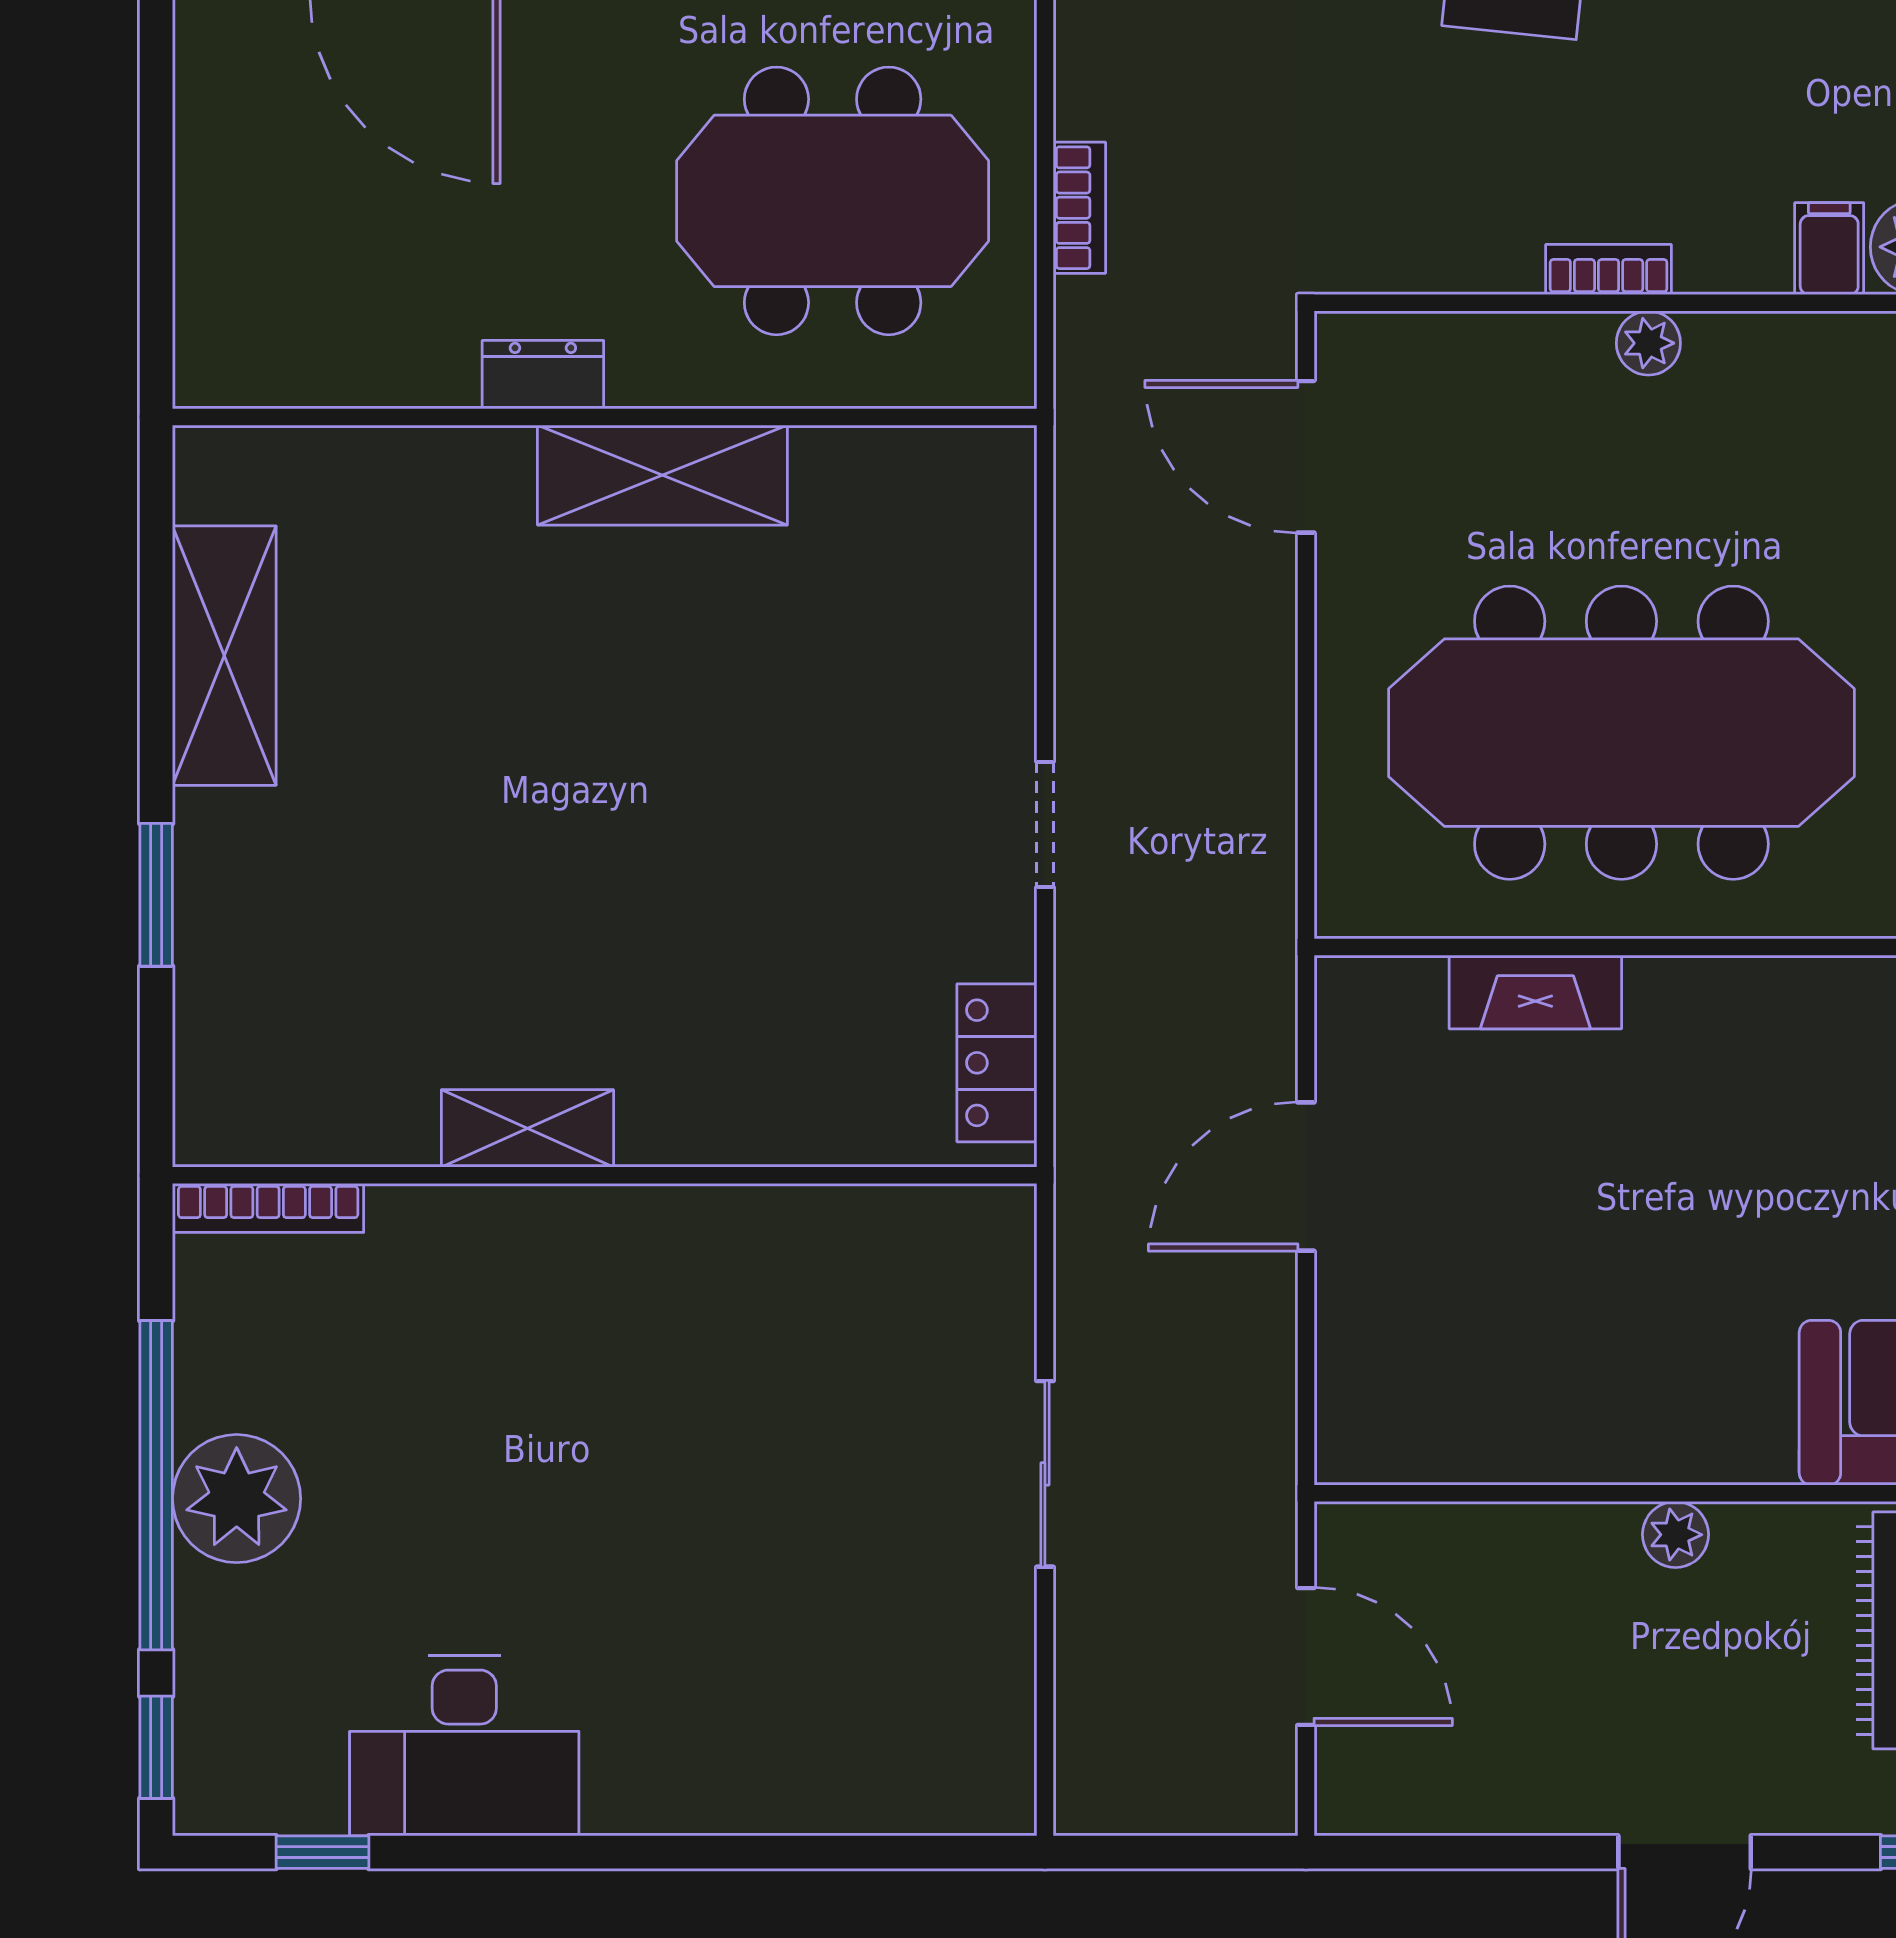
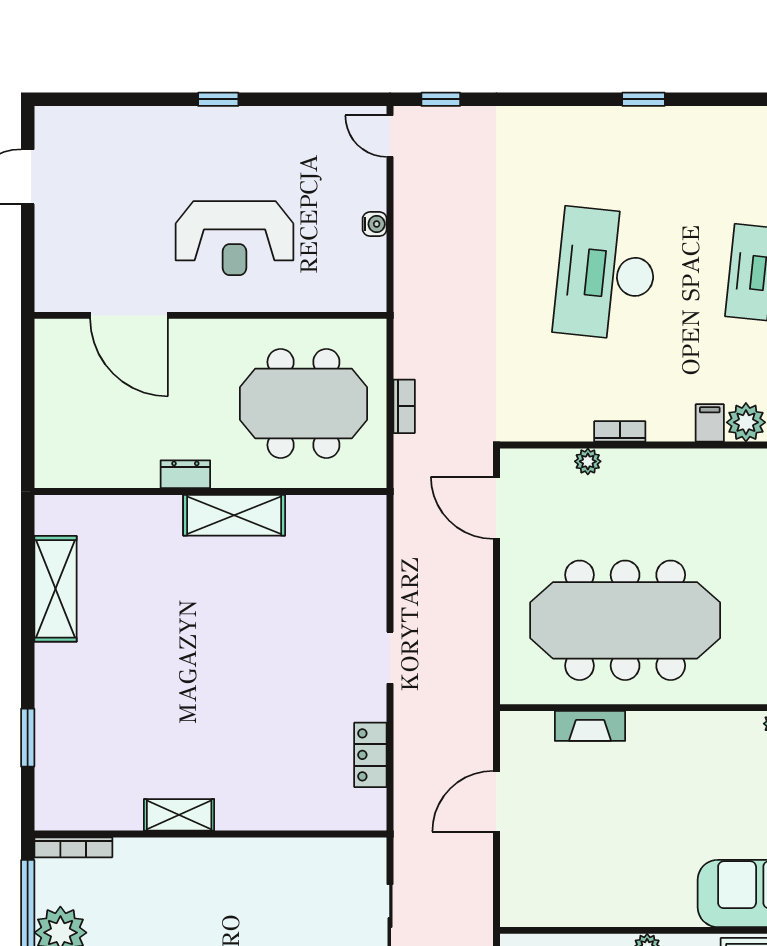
plant: (1648, 343) -> (588, 461), moved
window: (156, 895) -> (28, 738), moved
shelving: (527, 1128) -> (179, 815), moved
wall: (605, 1175) -> (211, 834), moved
bookcase: (268, 1208) -> (73, 847), moved

